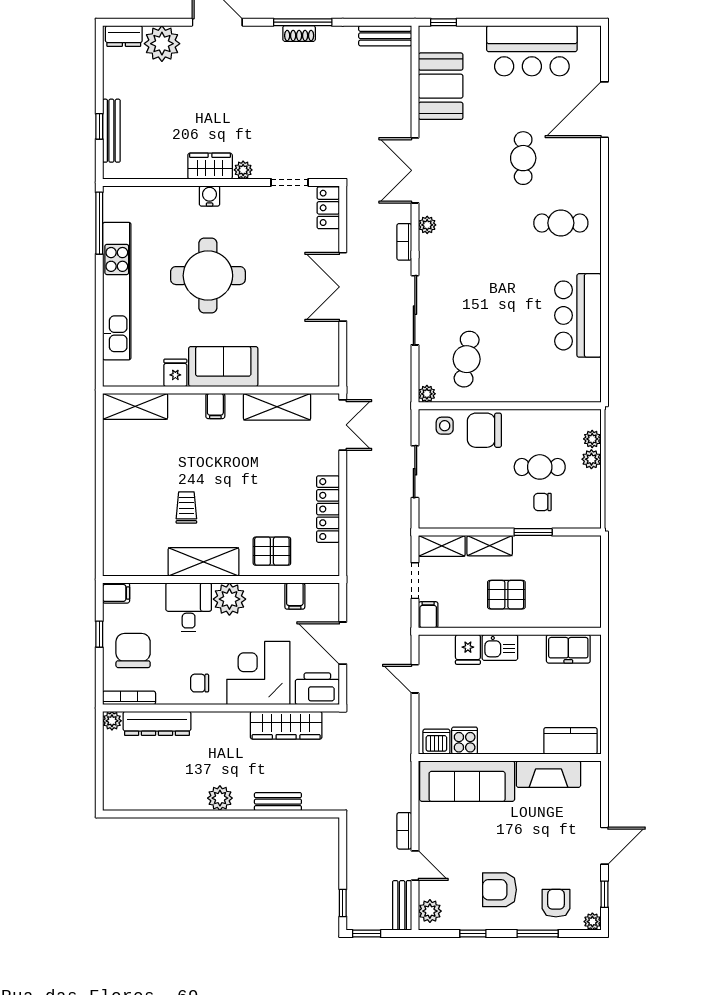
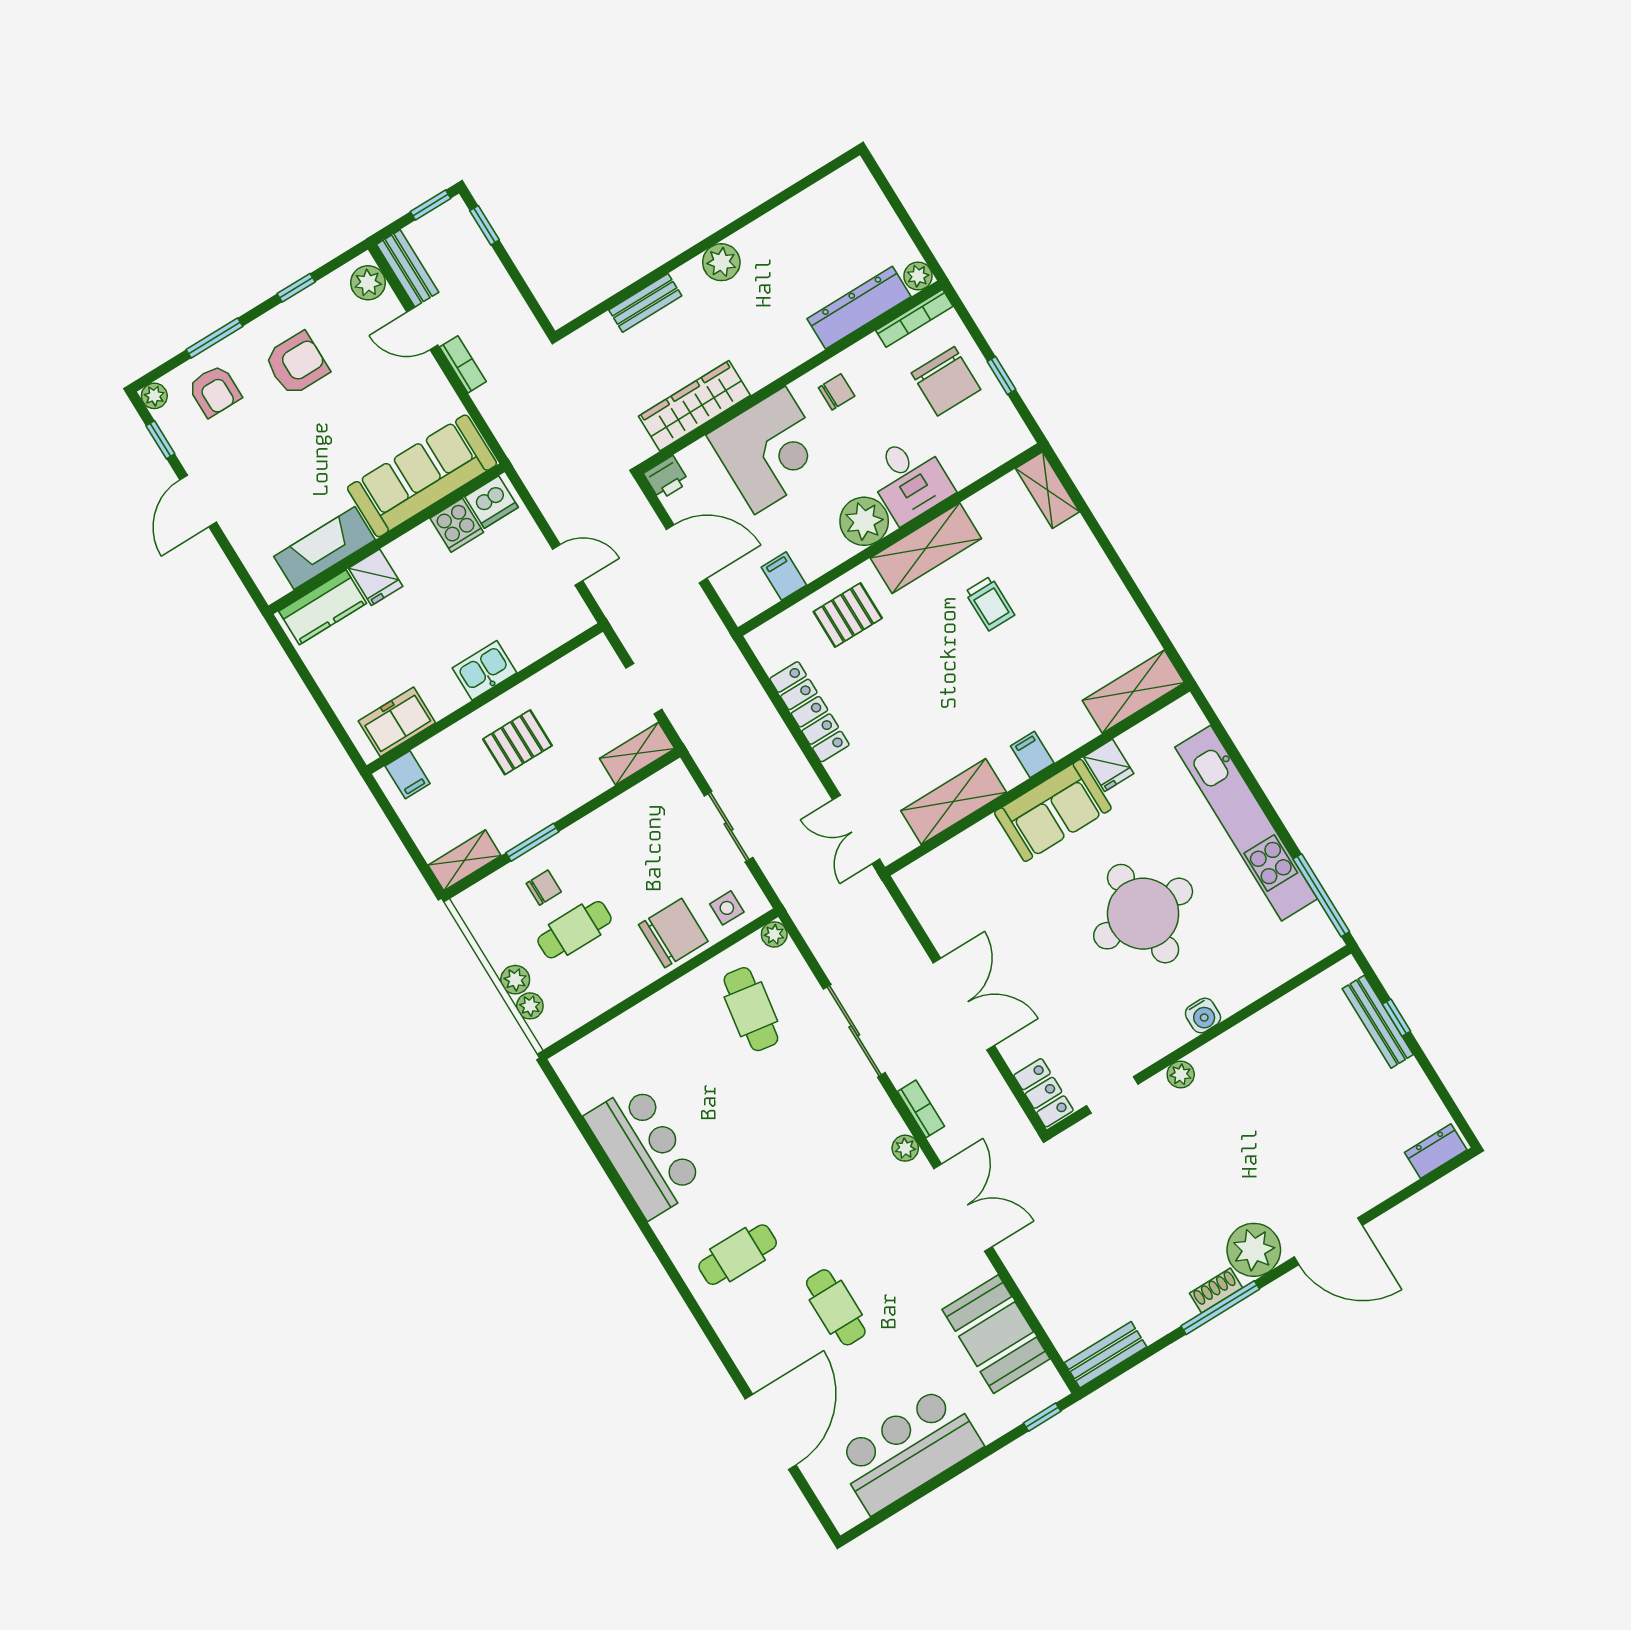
plant: (162, 44) -> (1254, 1250), moved
wardrobe: (210, 166) -> (1226, 1054), removed
shelving: (490, 546) -> (465, 860), moved
shelving: (113, 552) -> (1048, 490), added
filing cabinet: (116, 593) -> (1012, 441), removed
filing cabinet: (428, 615) -> (408, 775), moved
fridge: (468, 649) -> (376, 577), moved, turned 180
printer: (317, 689) -> (666, 478), width x0.53, depth x0.68

